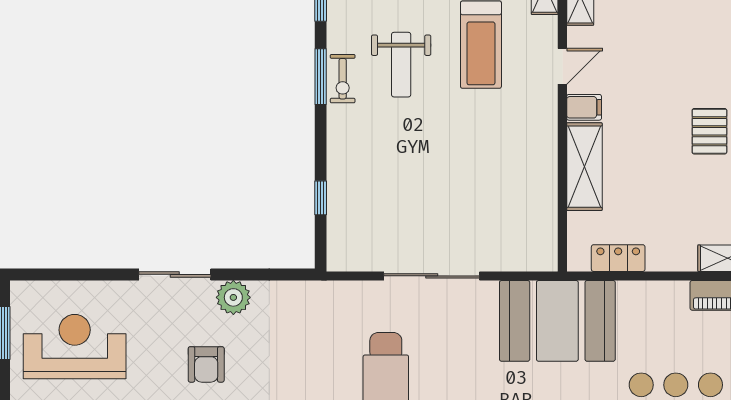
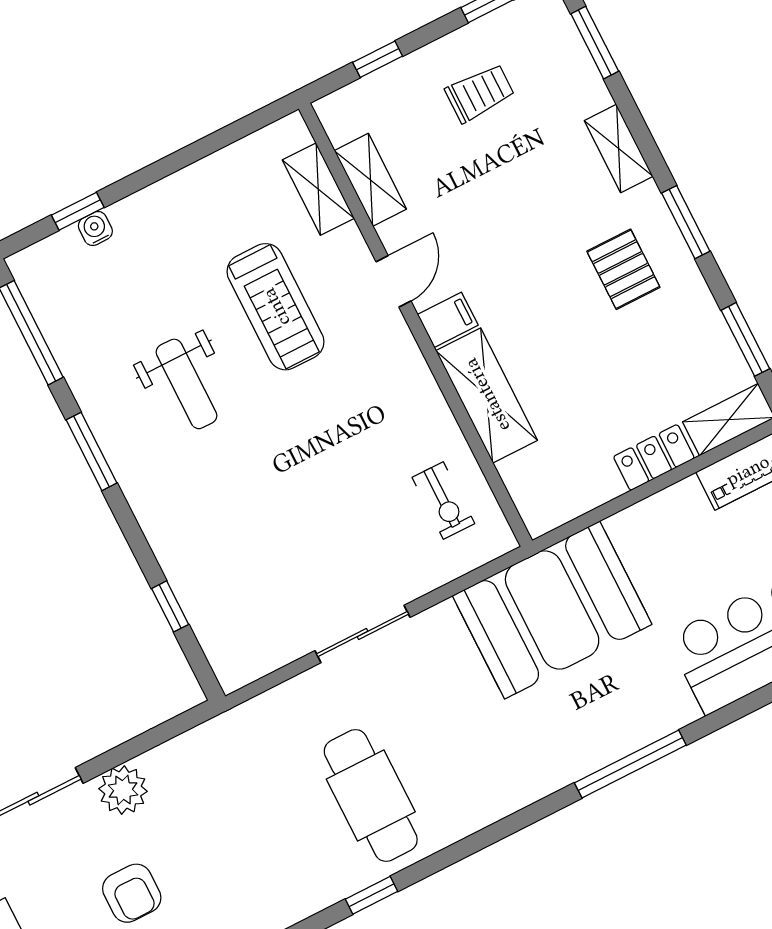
exercise bike: (343, 79) -> (443, 501), moved
locker: (618, 258) -> (654, 457), moved
sliding door: (432, 276) -> (363, 634), width x0.73

